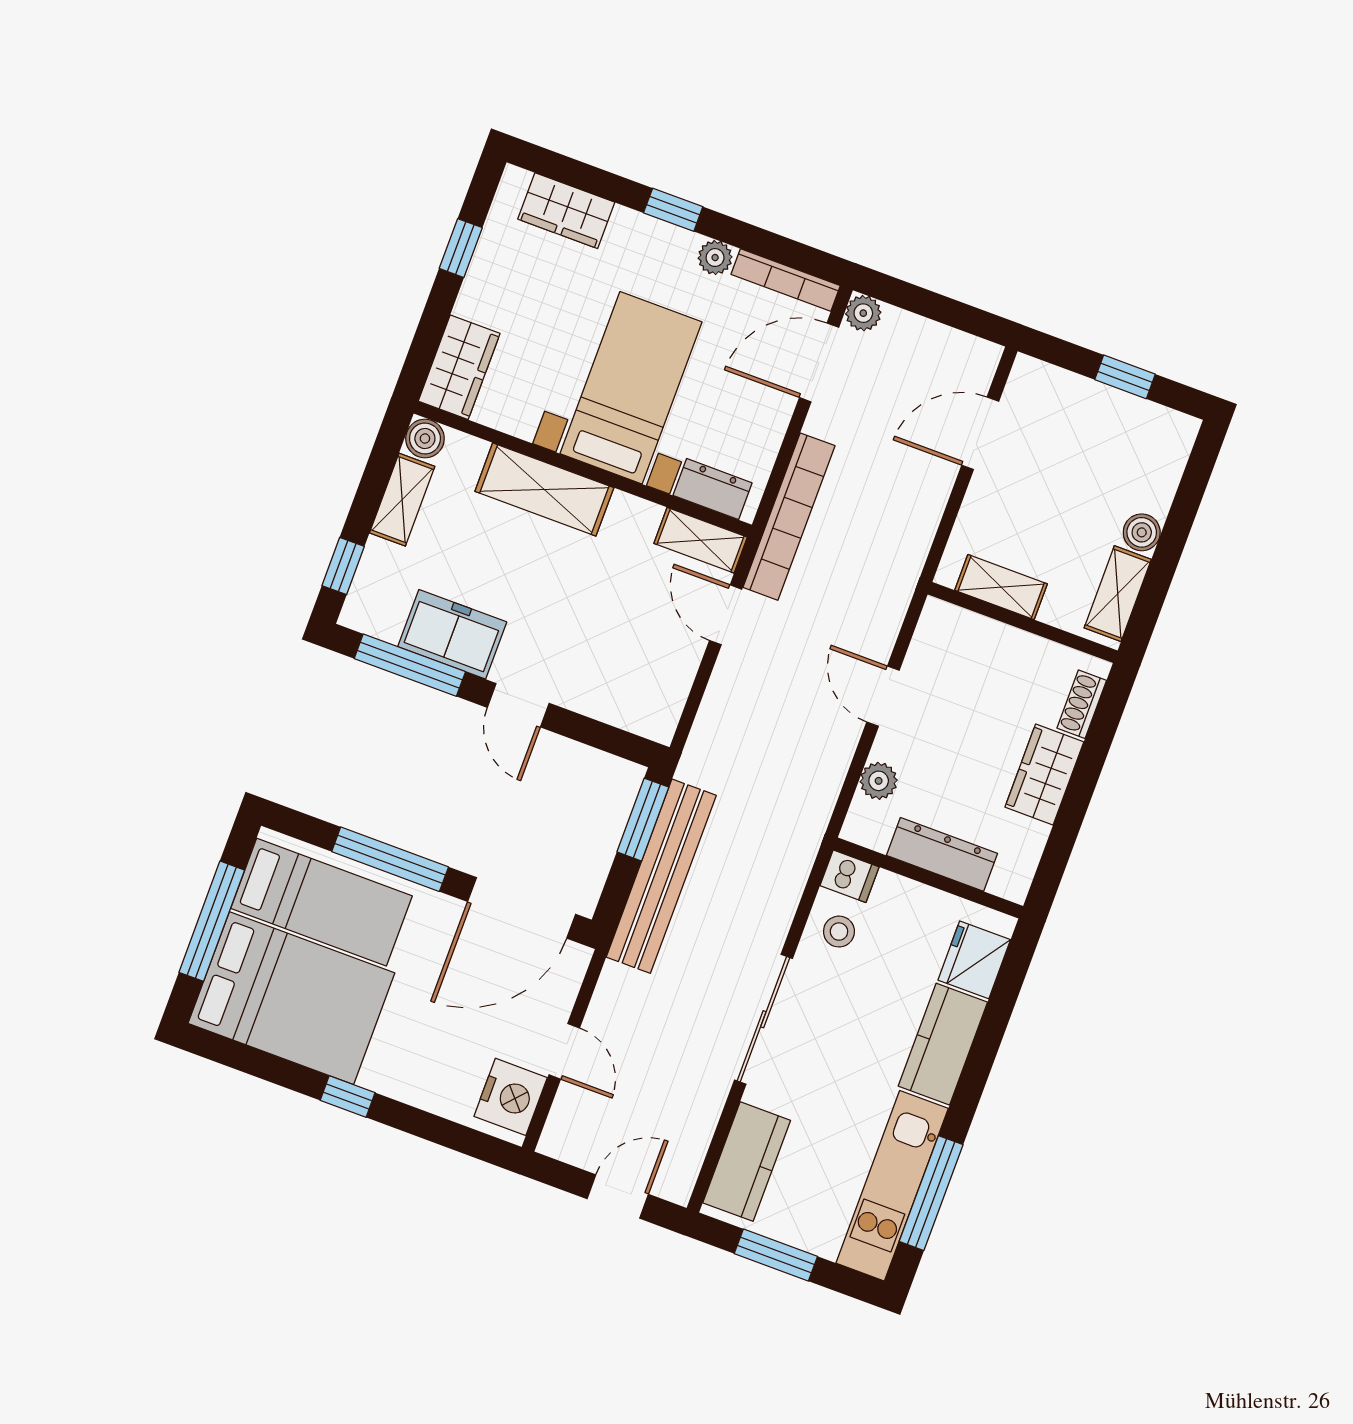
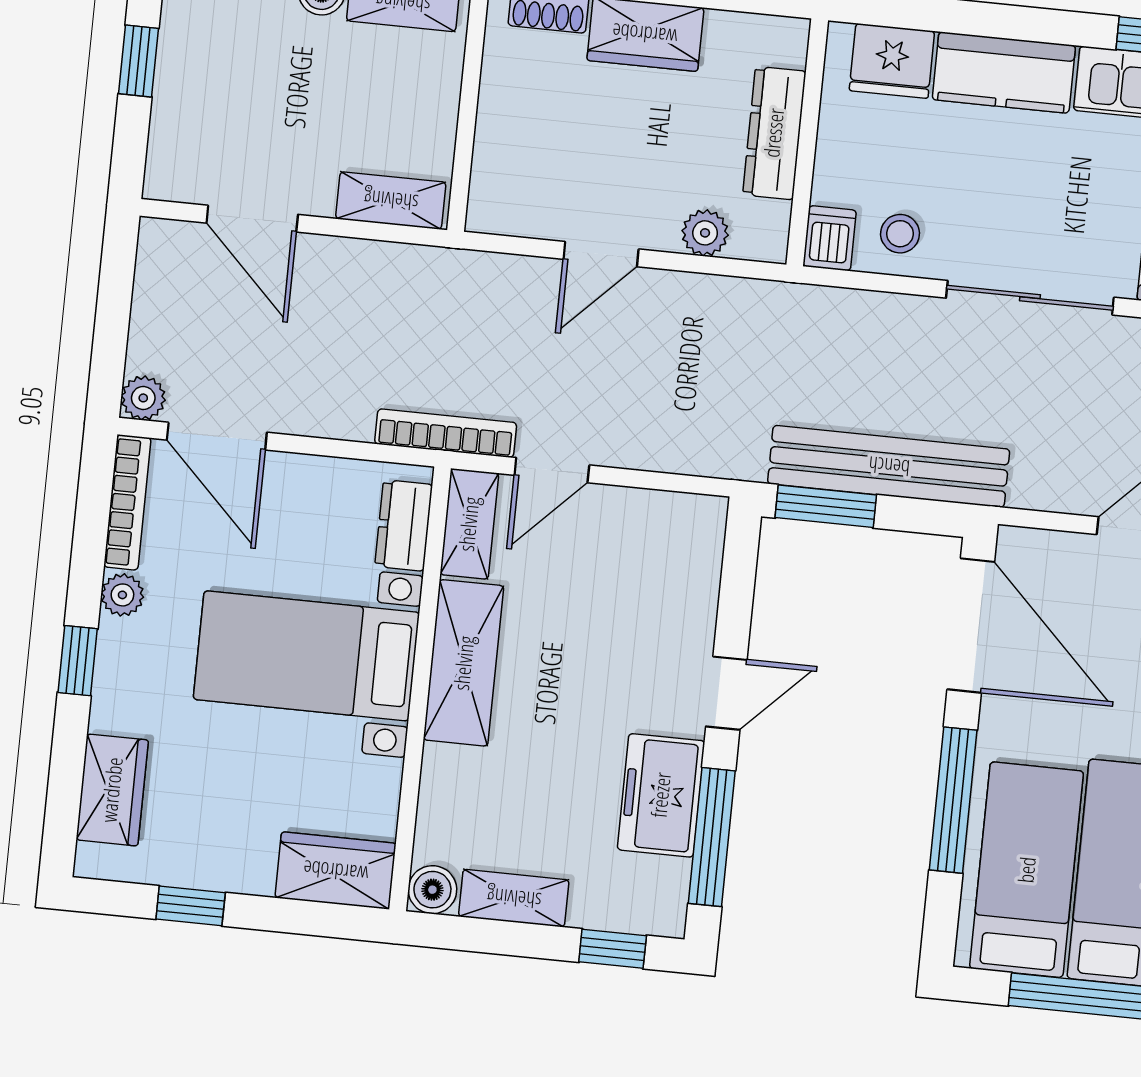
shelving: (544, 489) -> (464, 663), moved
bookcase: (789, 517) -> (446, 433), width x0.68, depth x0.76
shelving: (1001, 587) -> (391, 200), moved, turned 90

